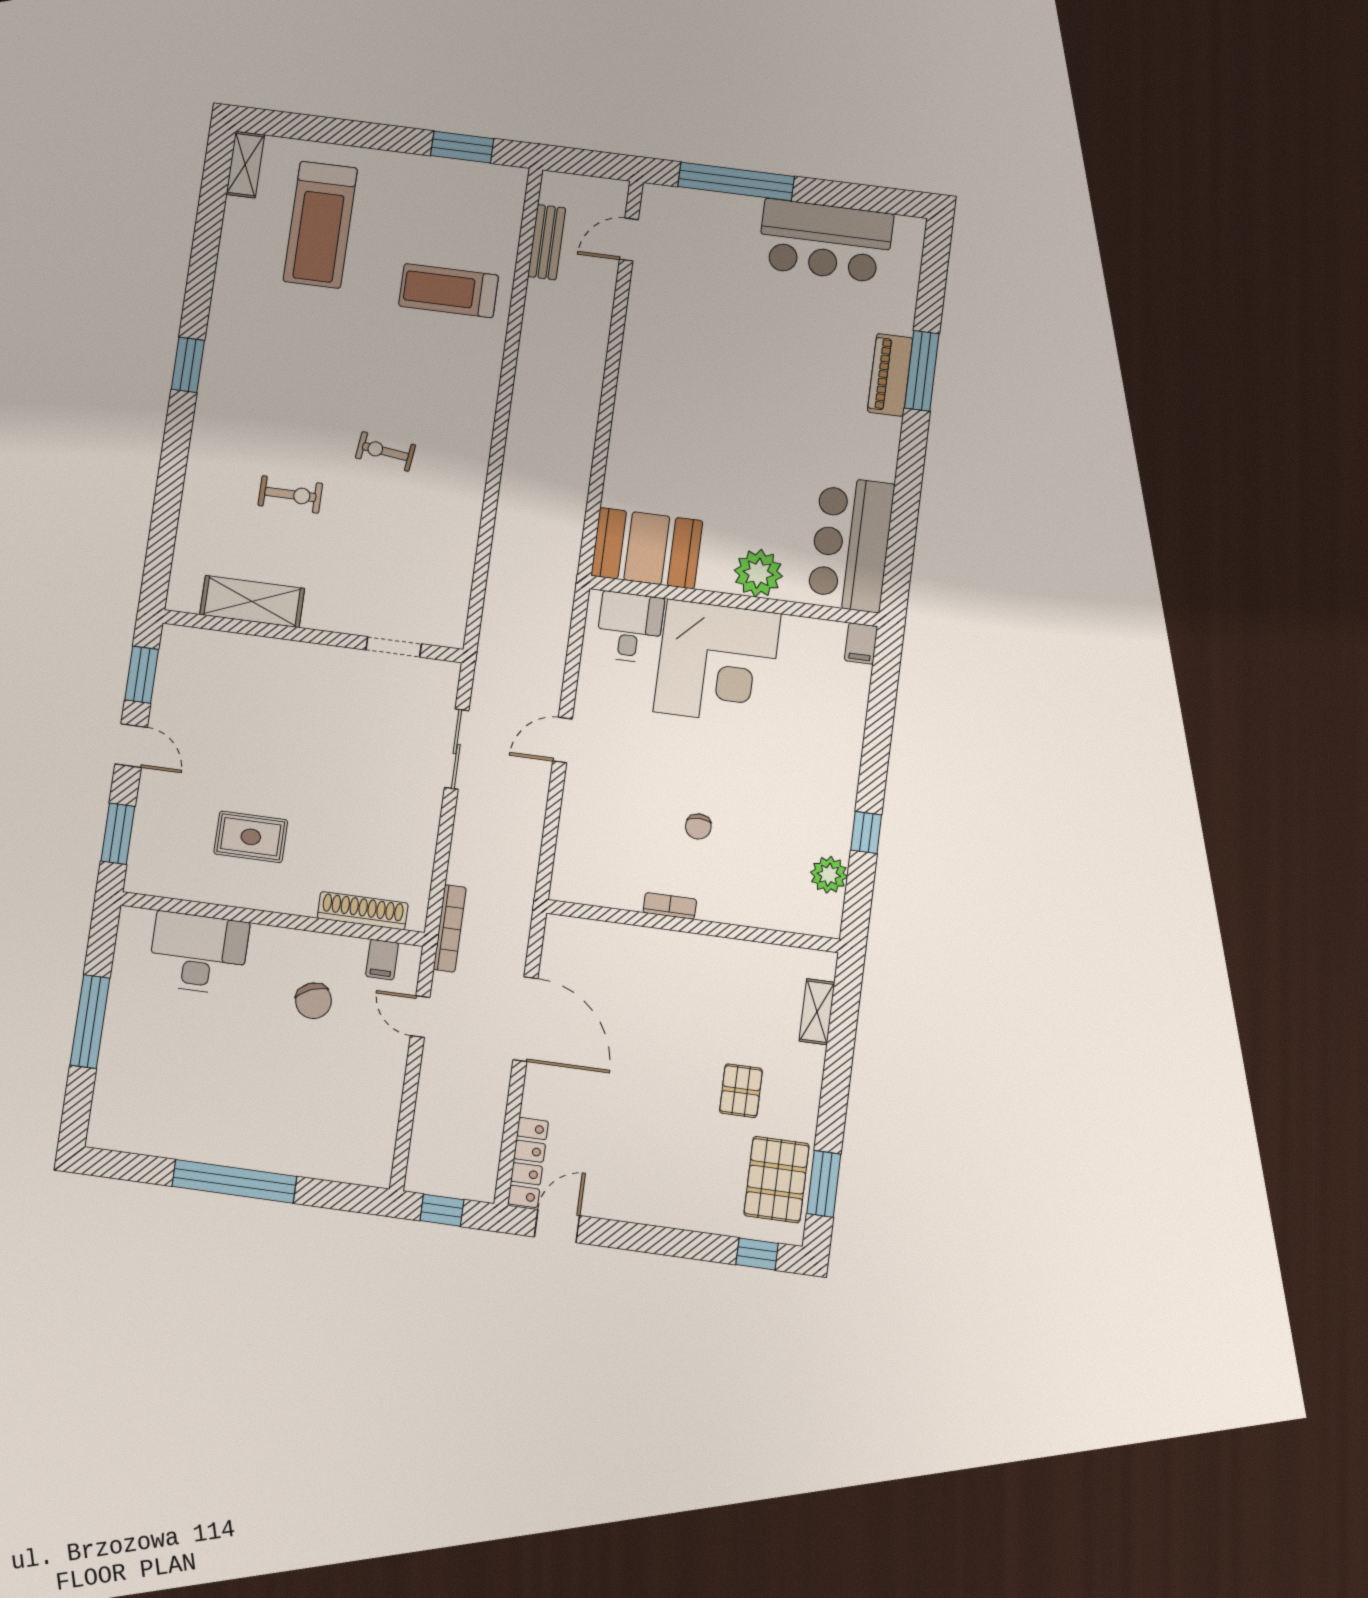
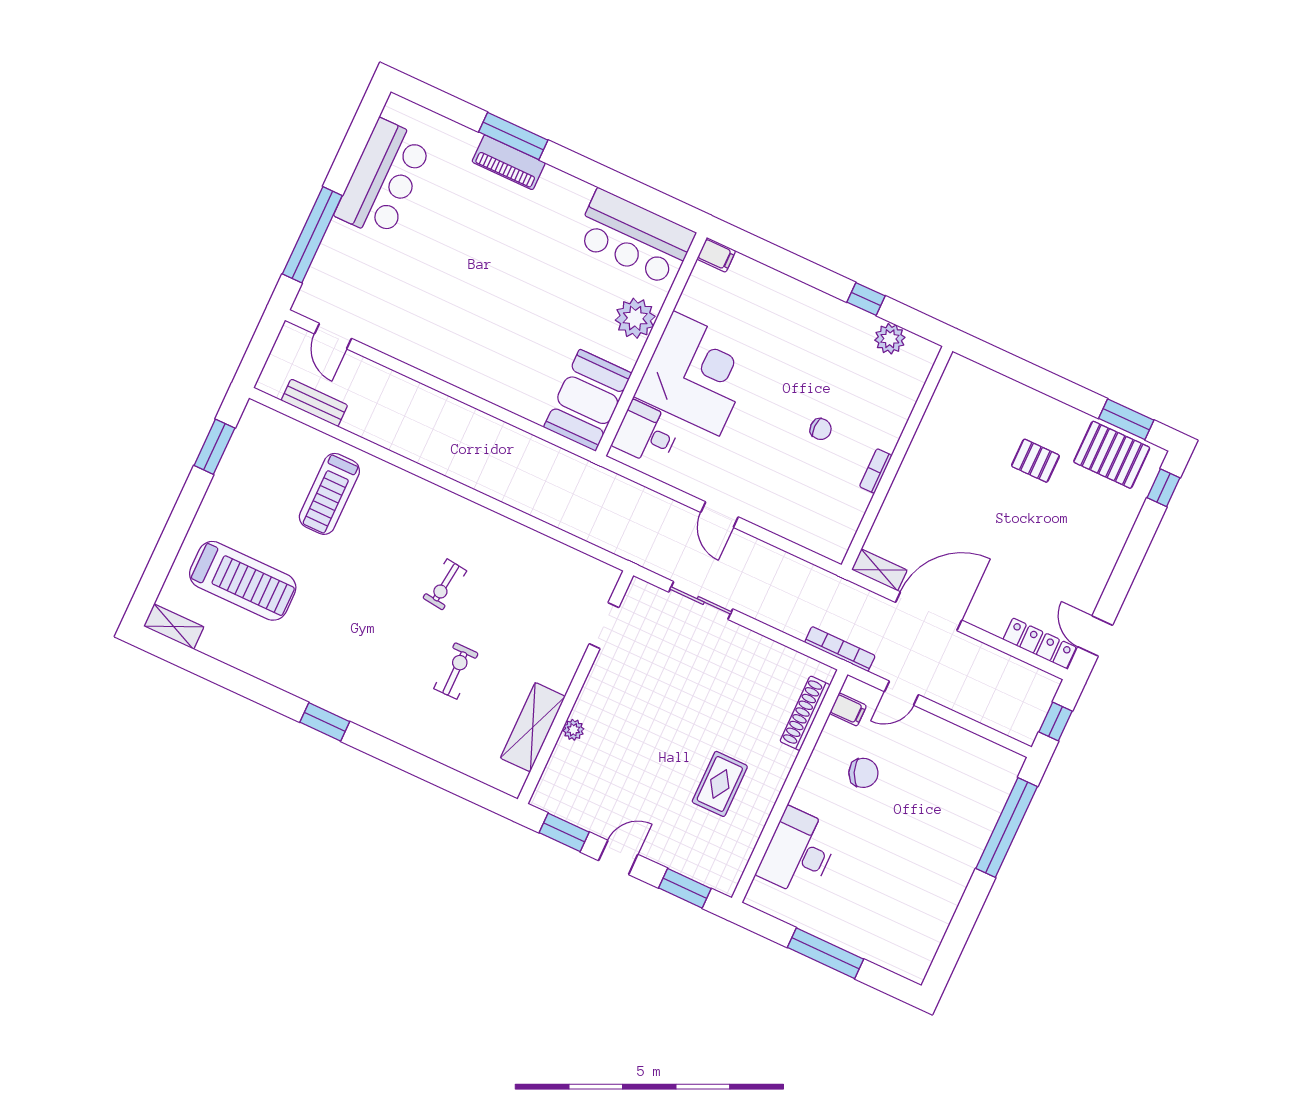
plant: (263, 649) -> (573, 730), added
shelving: (817, 1012) -> (879, 570), moved
window: (234, 1181) -> (1007, 828), moved

